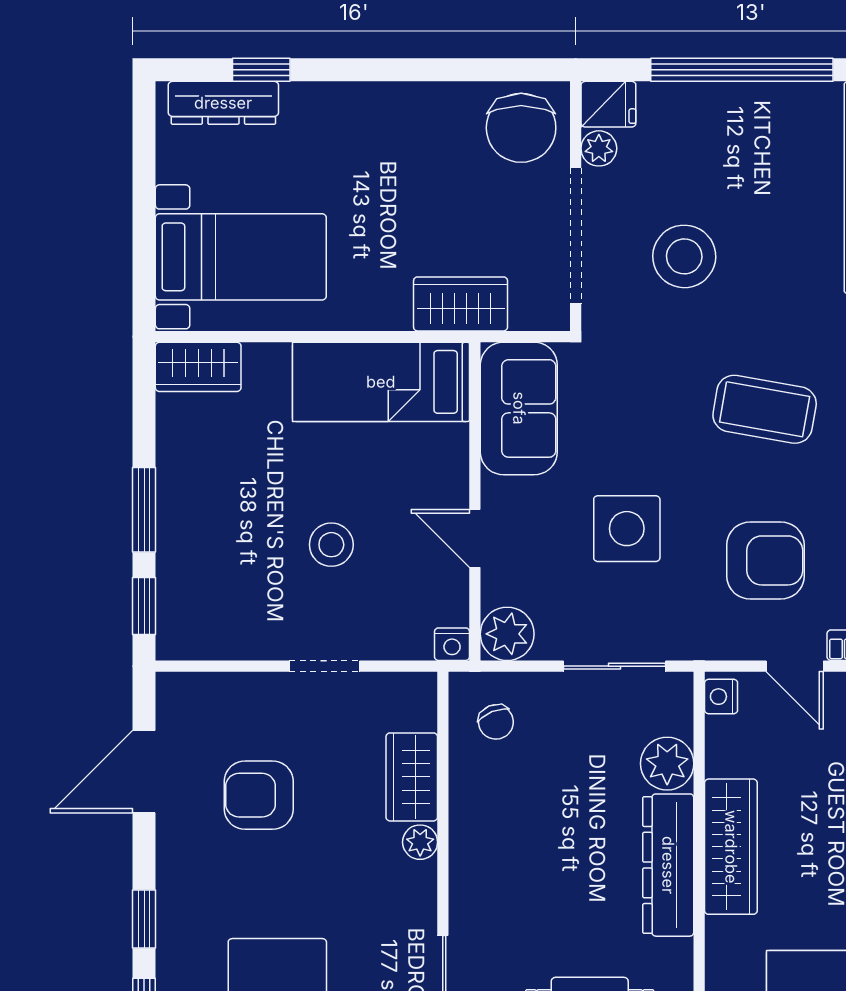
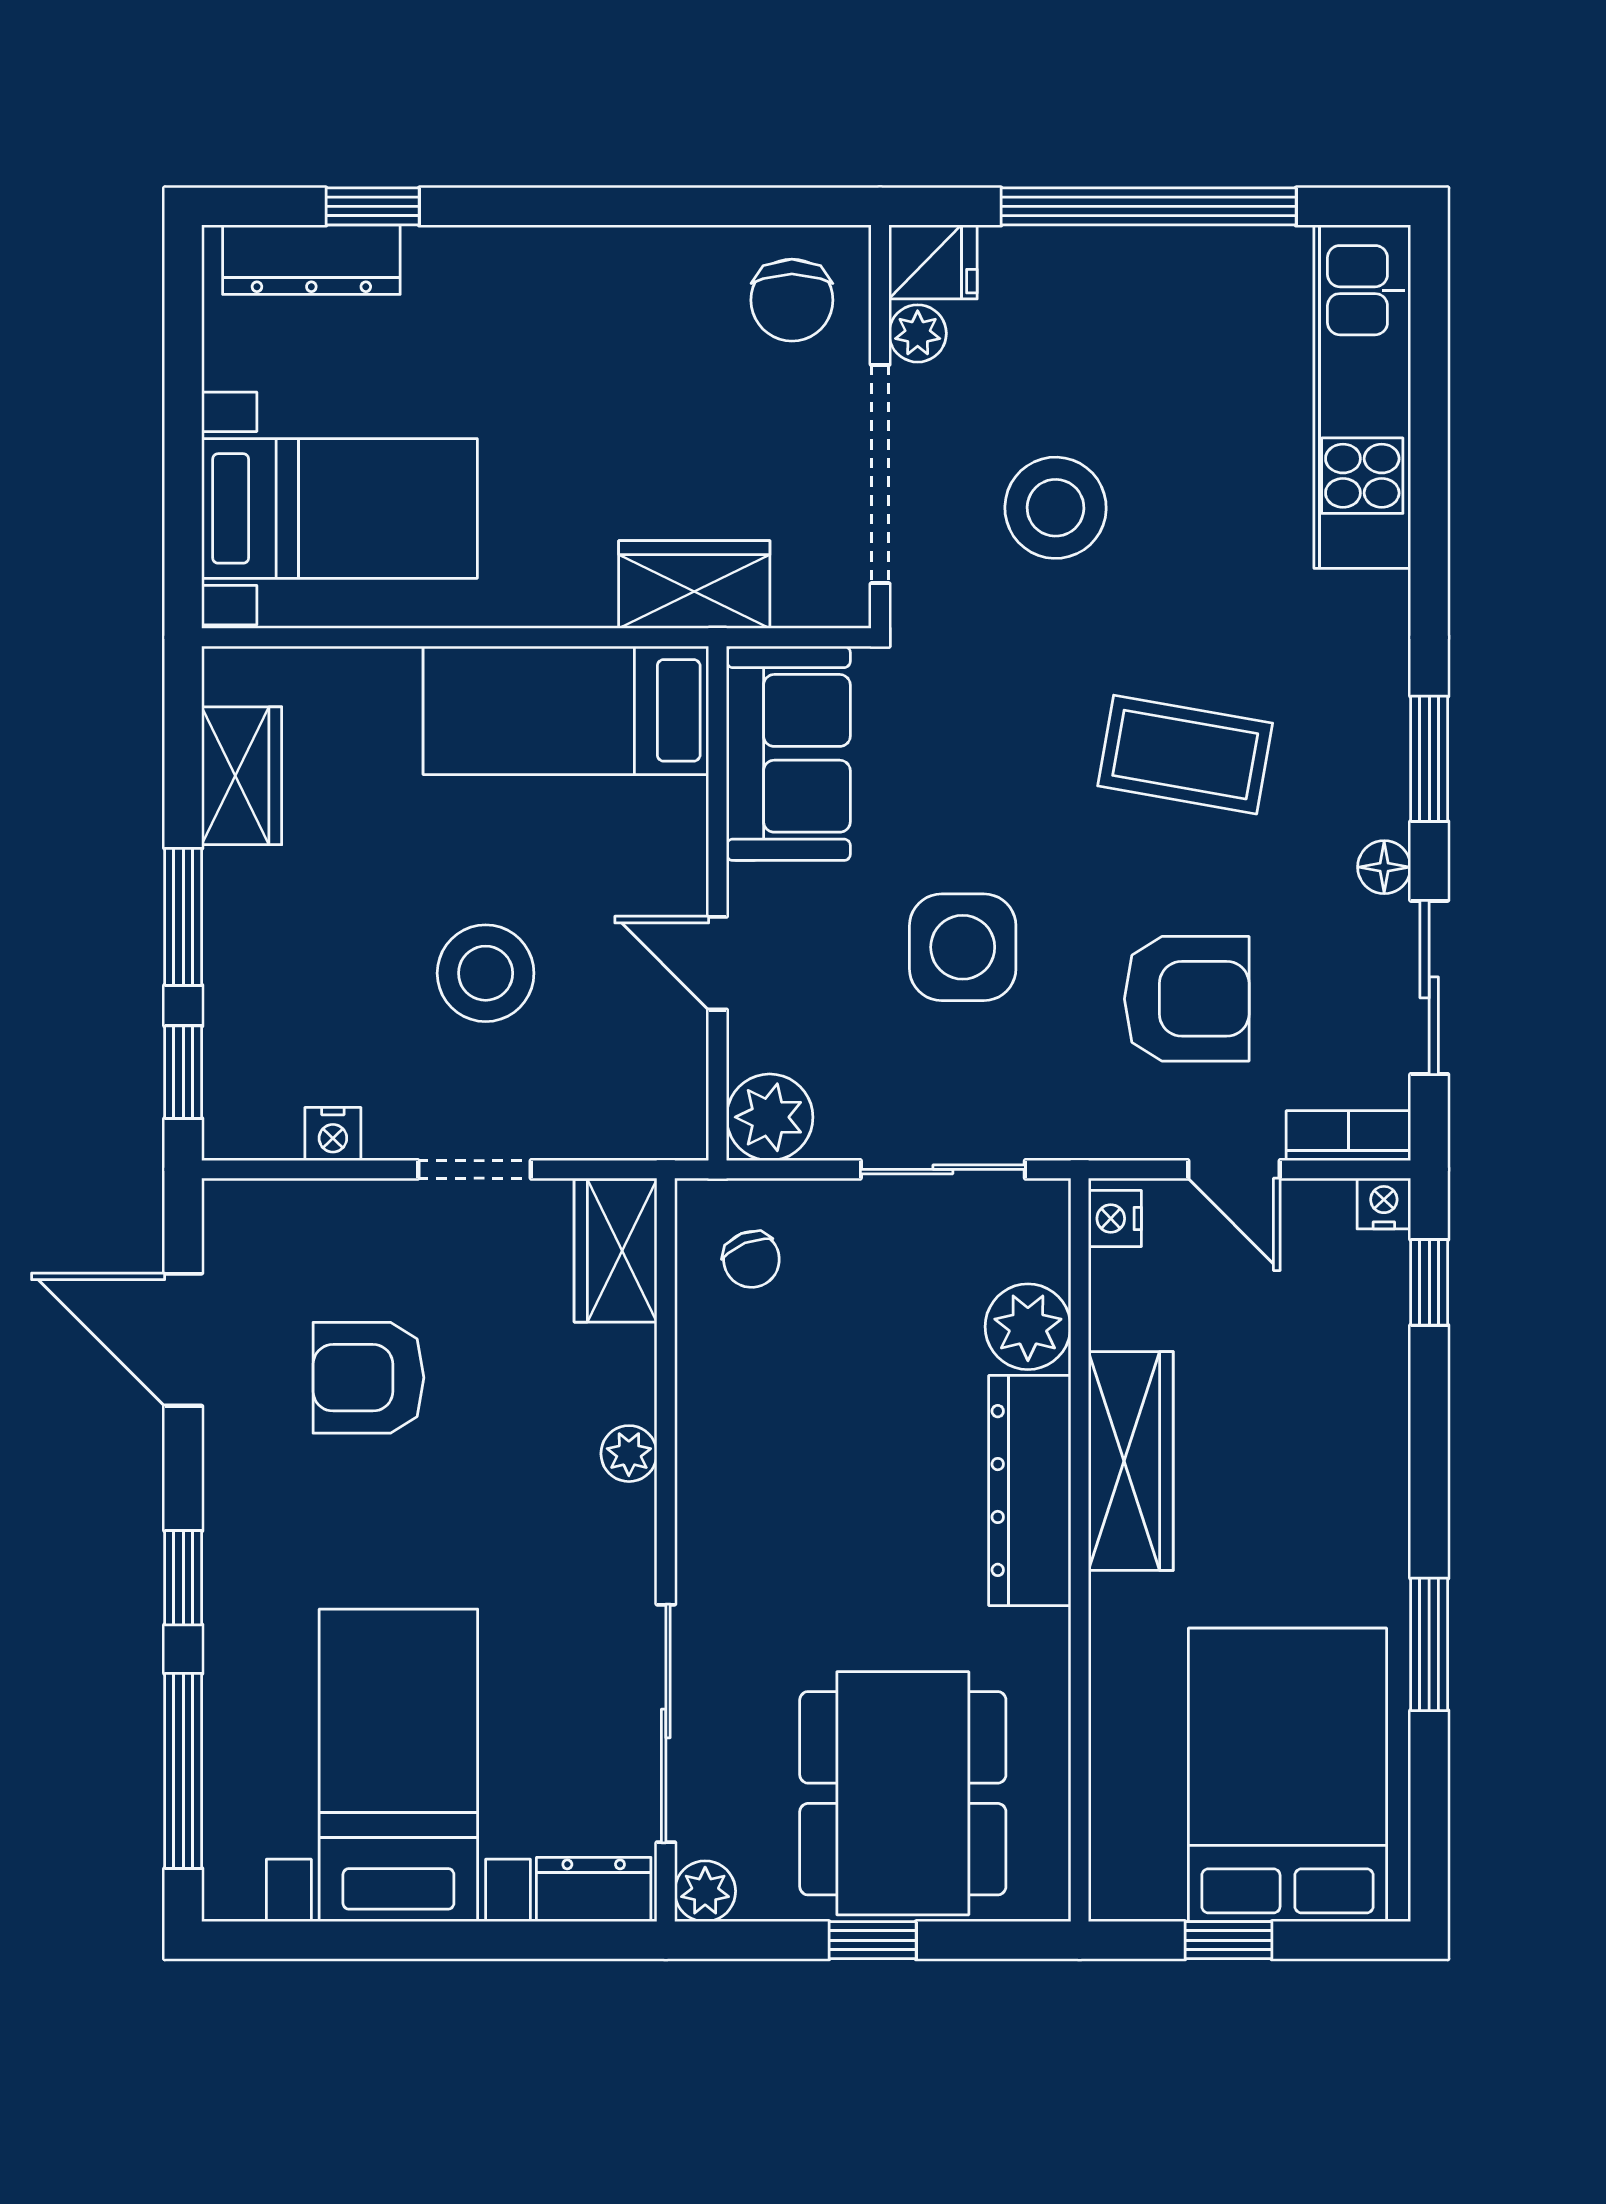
chair: (521, 128) -> (792, 300), width x0.73, depth x0.73
wardrobe: (198, 367) -> (242, 776), moved, turned -90
stool: (331, 545) -> (486, 973), width x1.38, depth x1.38
nightstand: (452, 644) -> (333, 1134), moved
door: (144, 772) -> (183, 1340), hinge flipped
wardrobe: (412, 777) -> (616, 1251), moved

